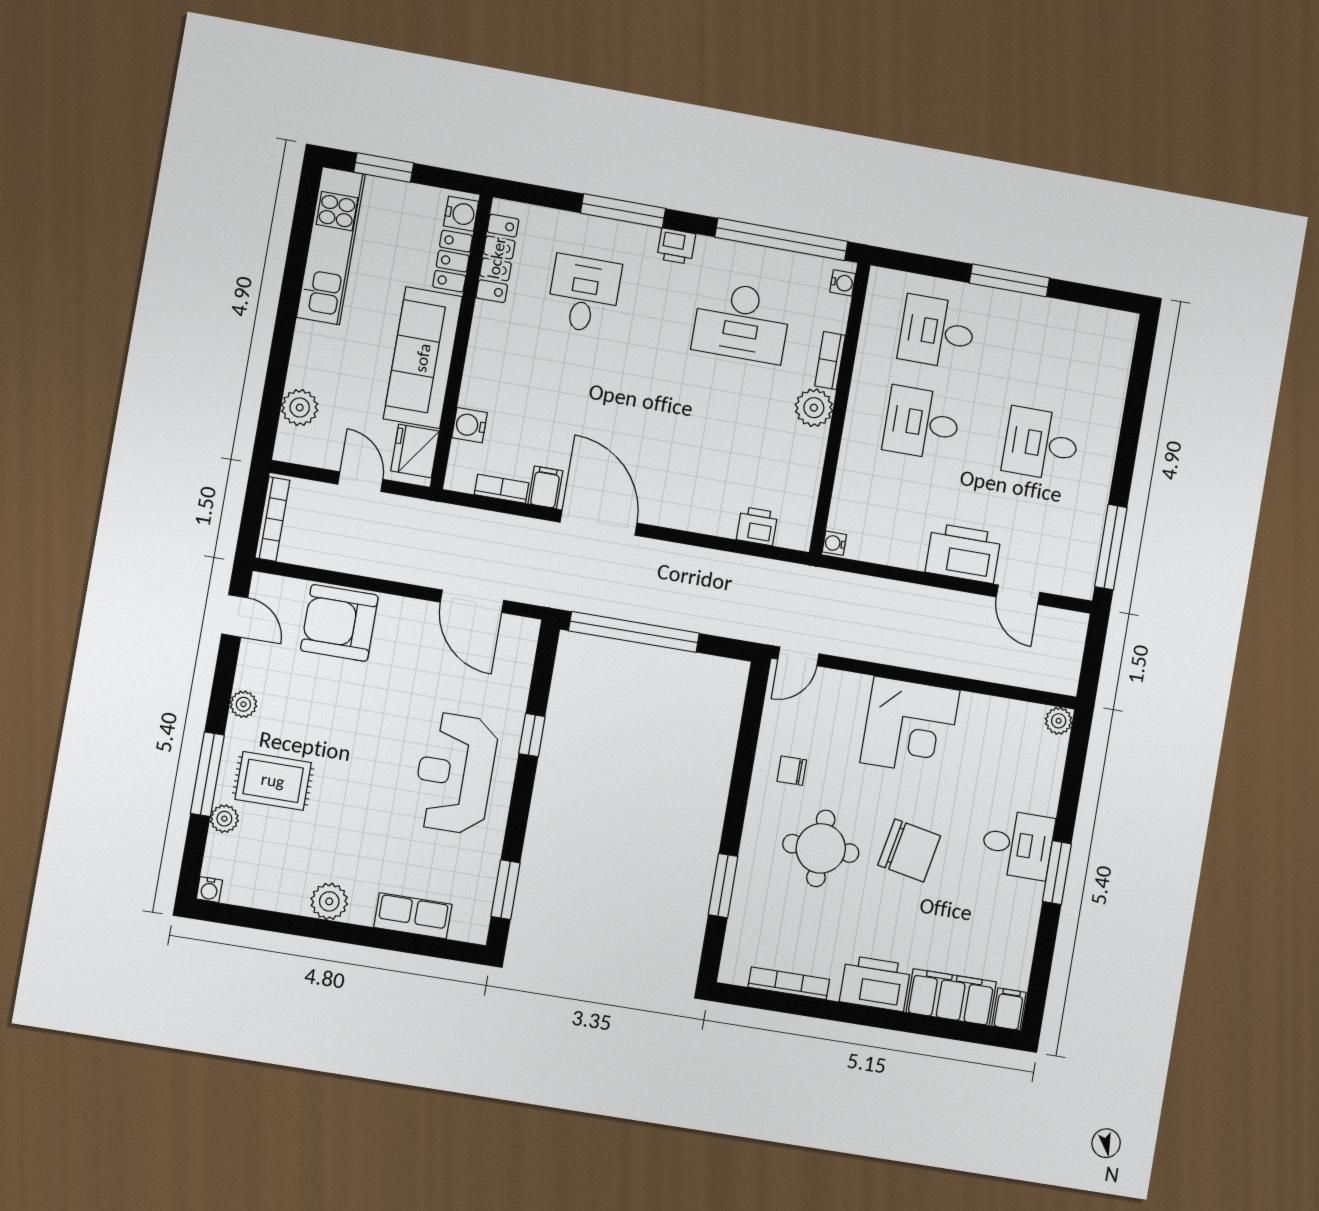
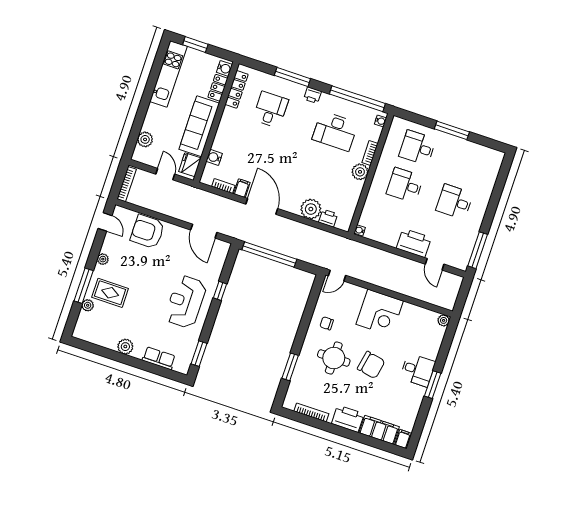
plant: (714, 511) -> (311, 209), added
water cooler: (209, 890) -> (77, 334), removed

